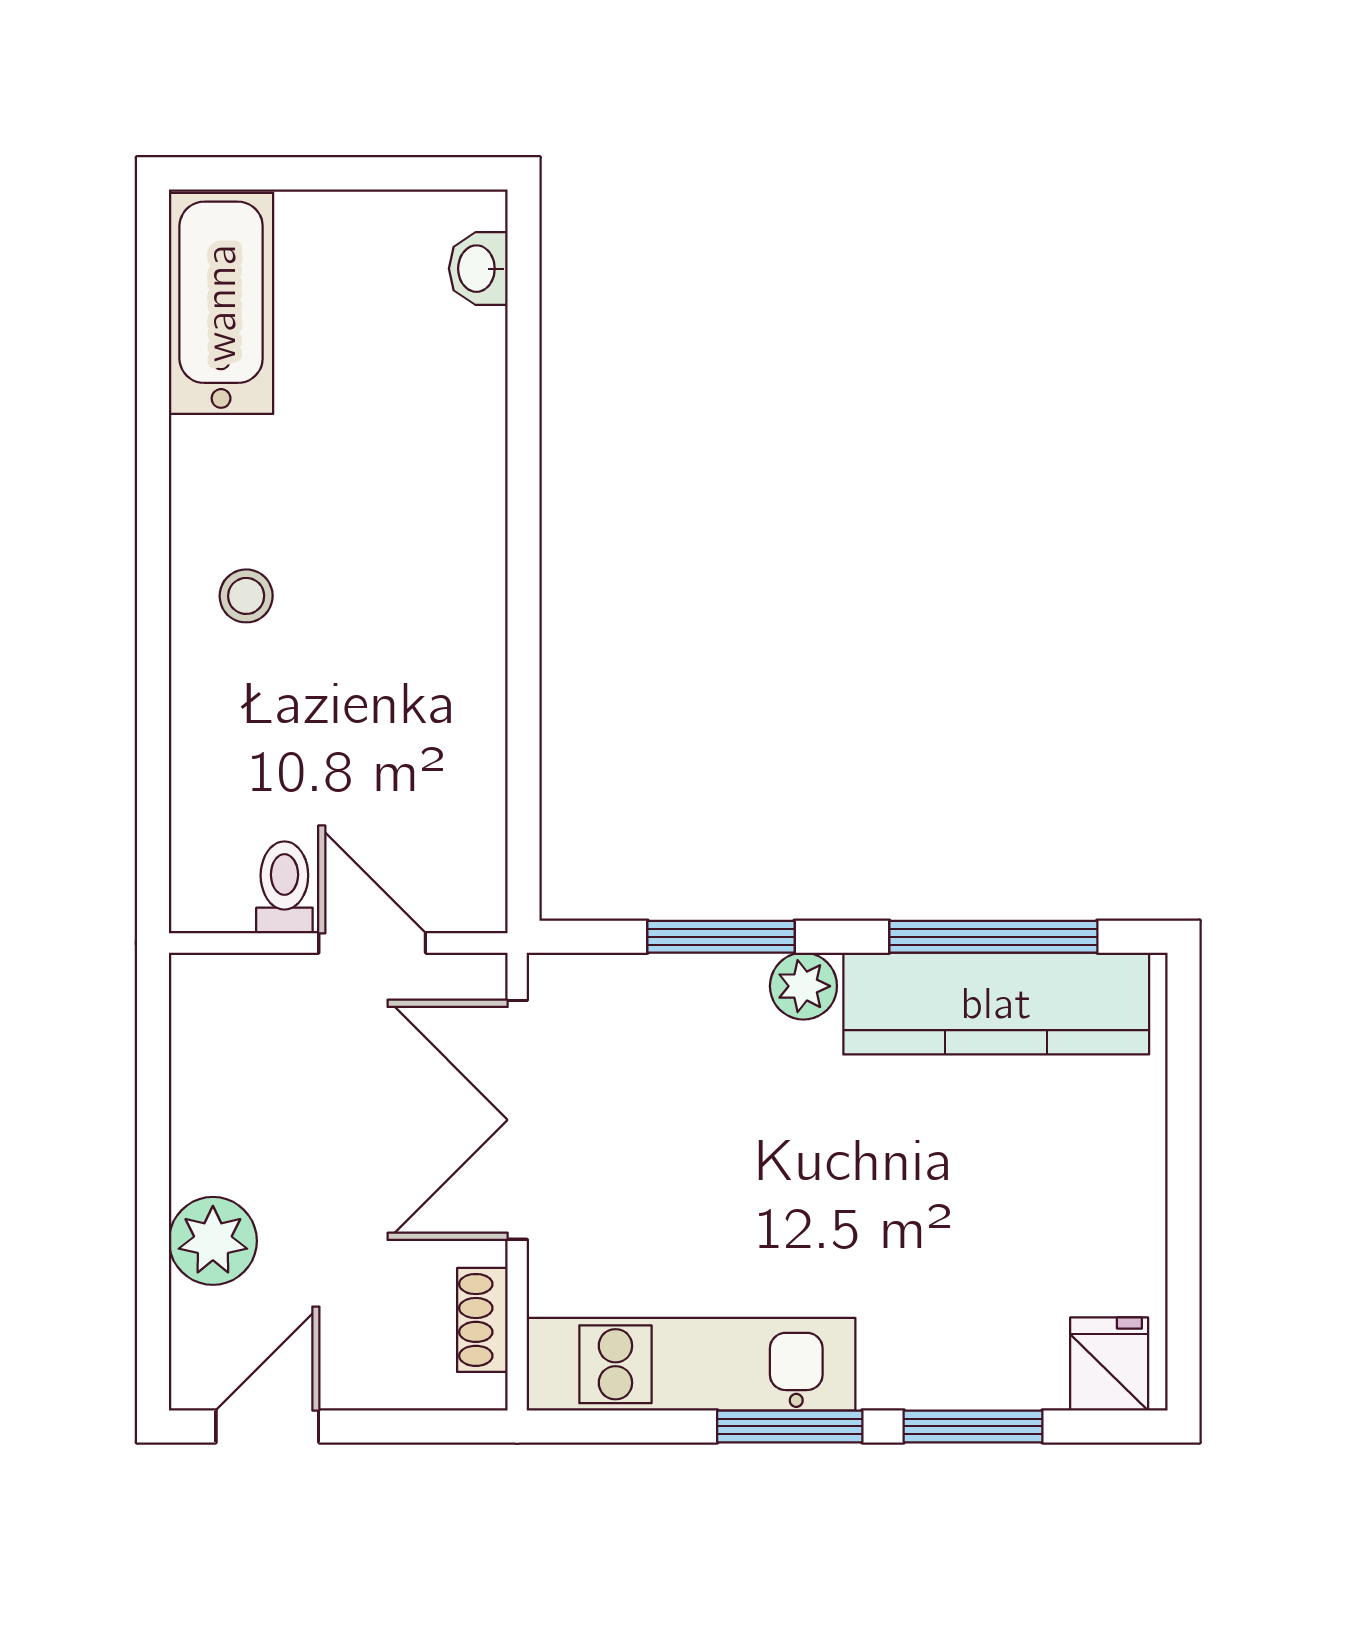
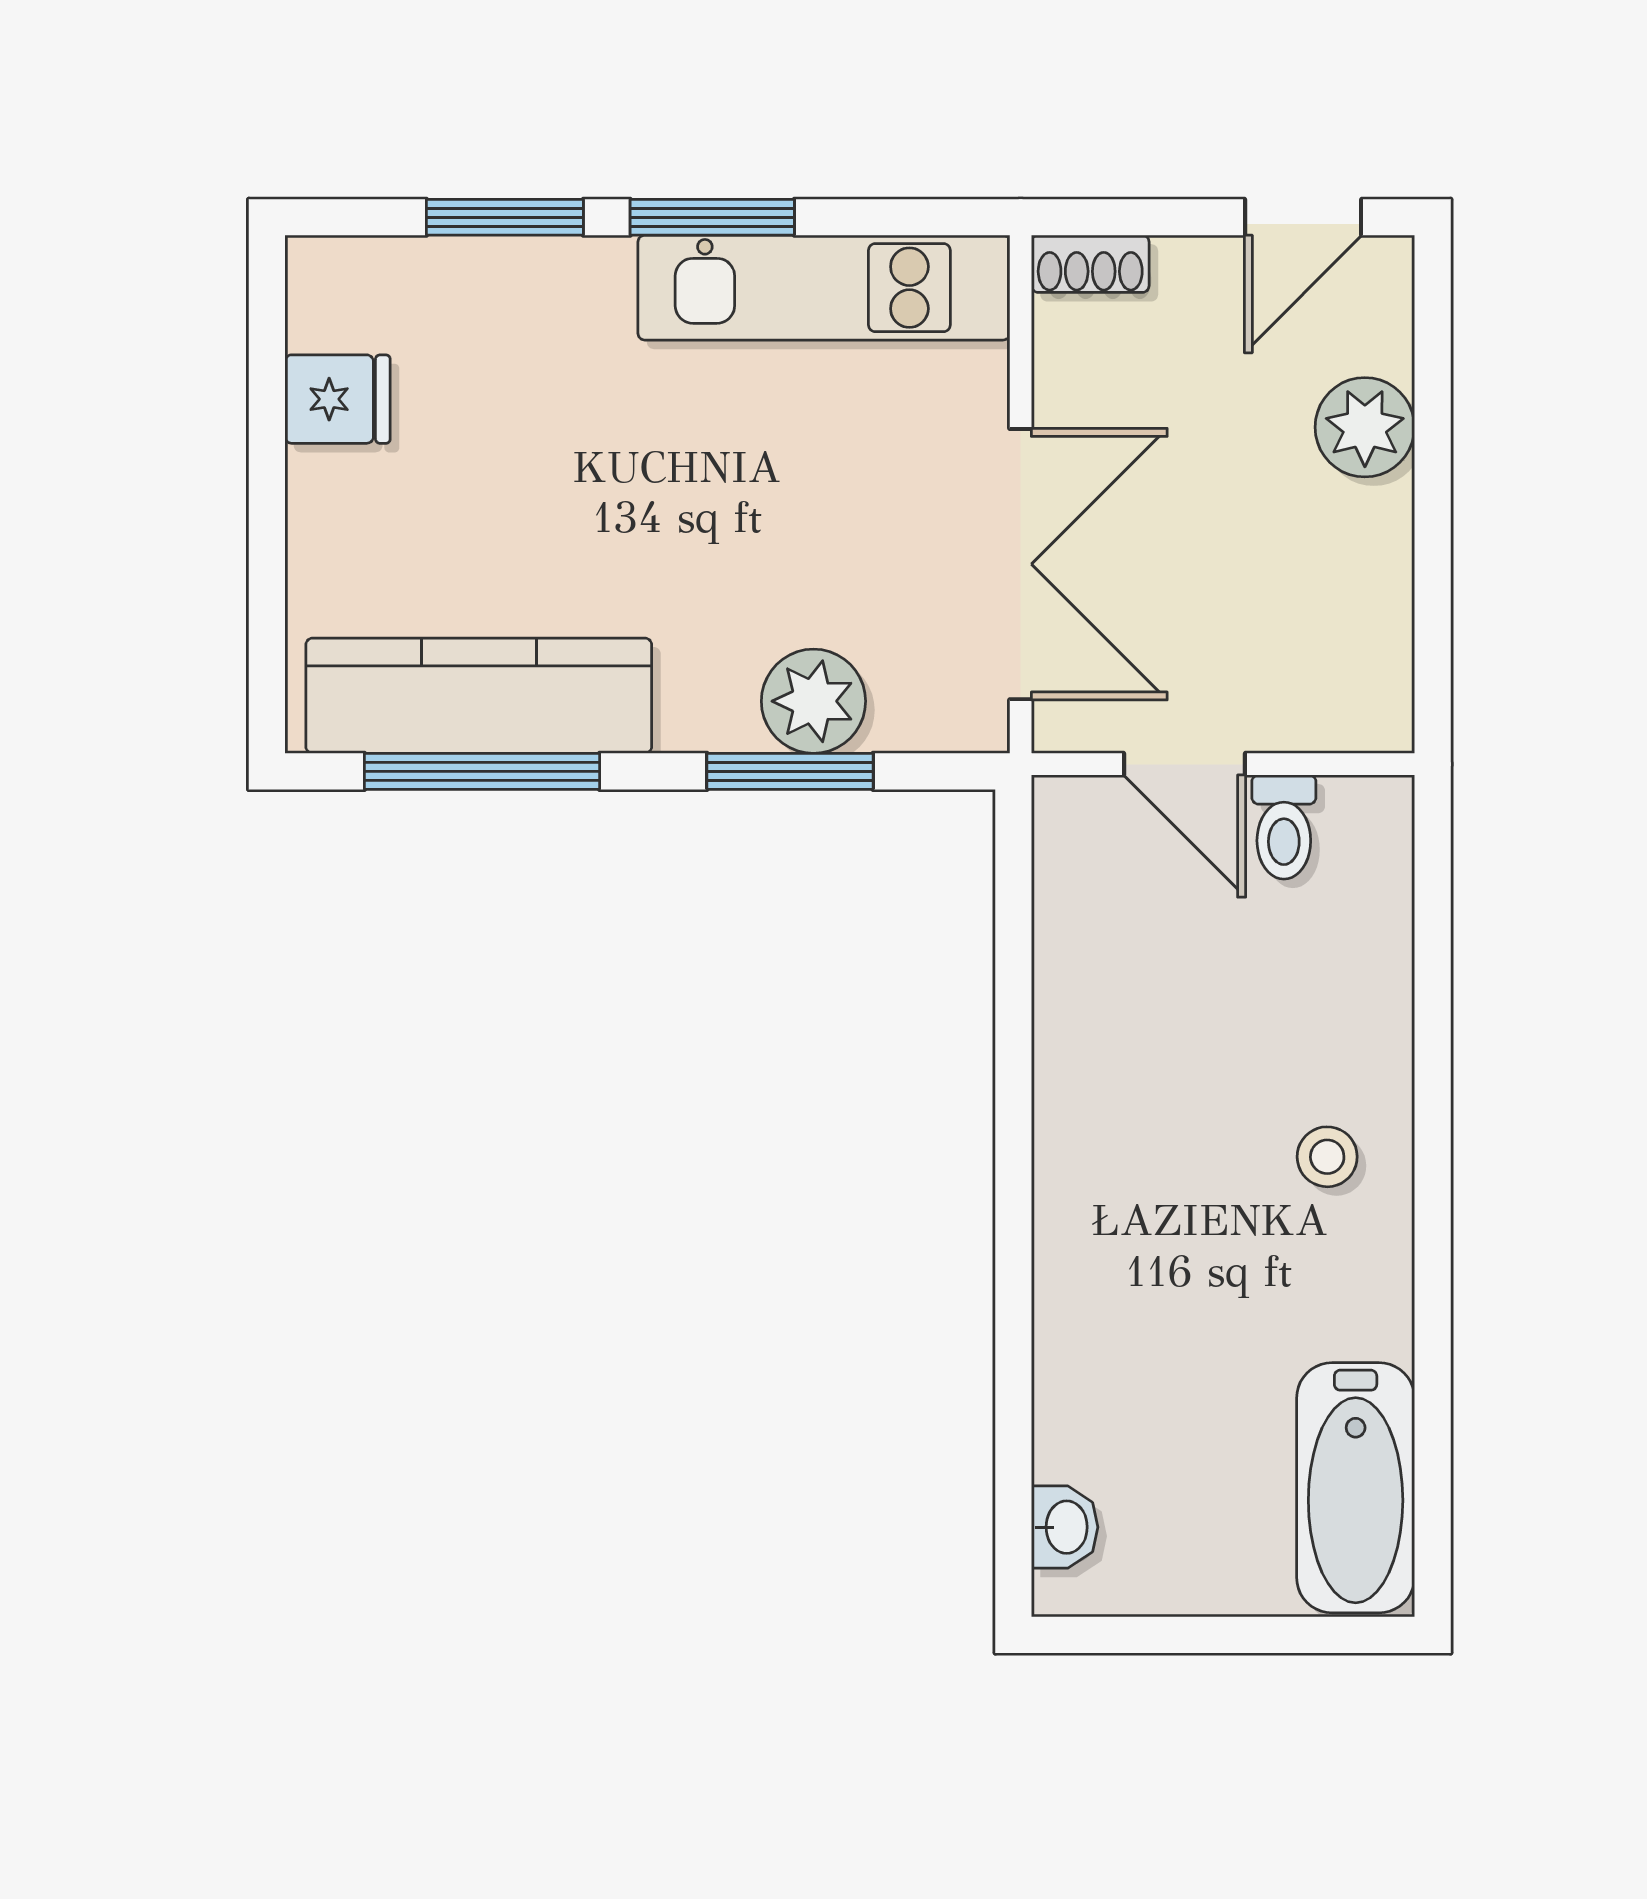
plant: (803, 986) -> (813, 701), moved, width x1.38, depth x1.38
shoe rack: (482, 1320) -> (1090, 264), moved, turned 90
fridge: (1109, 1364) -> (338, 399), moved, turned -90

